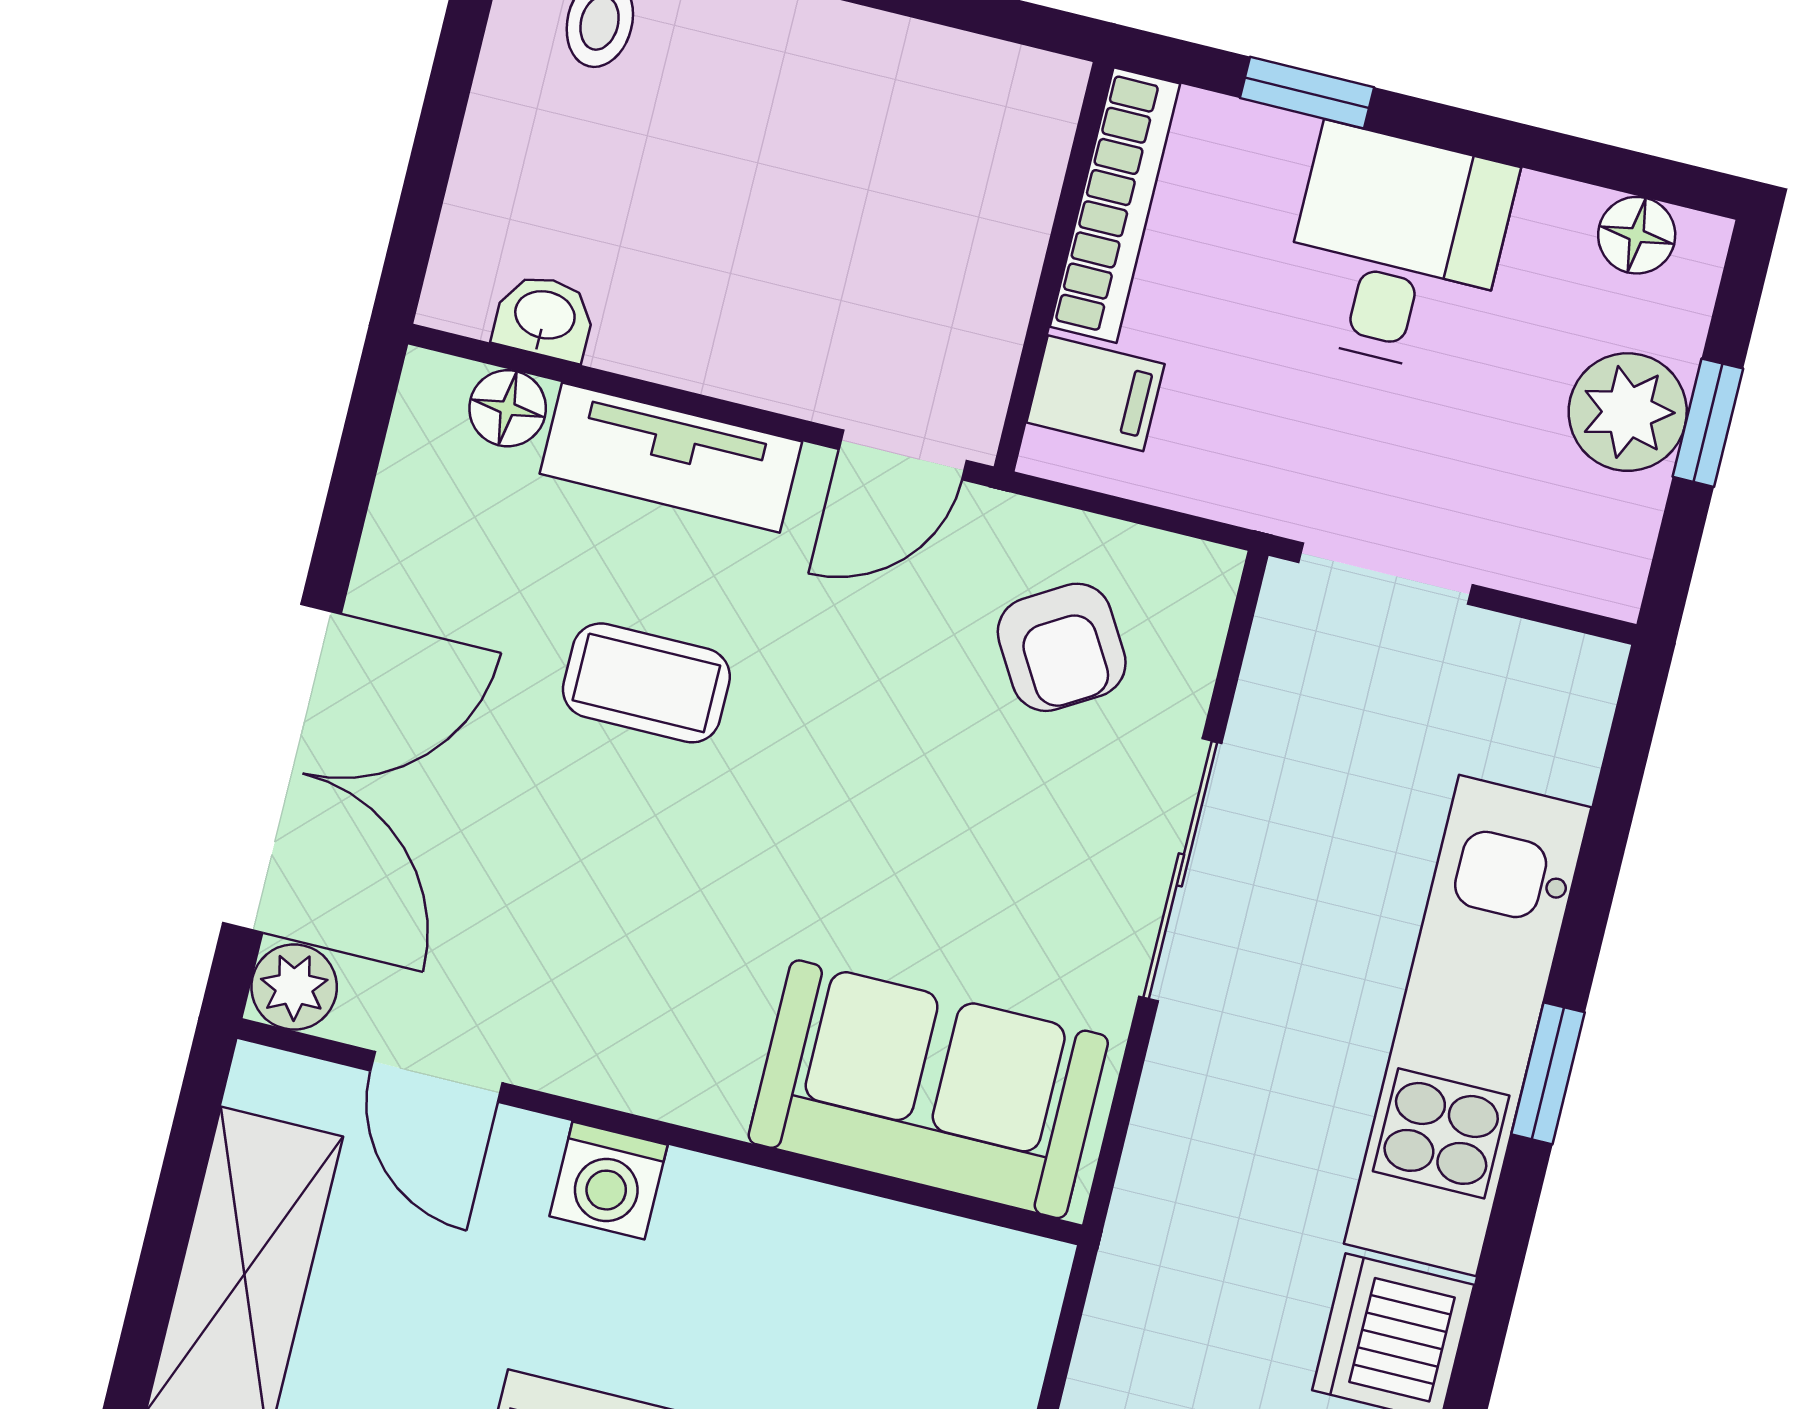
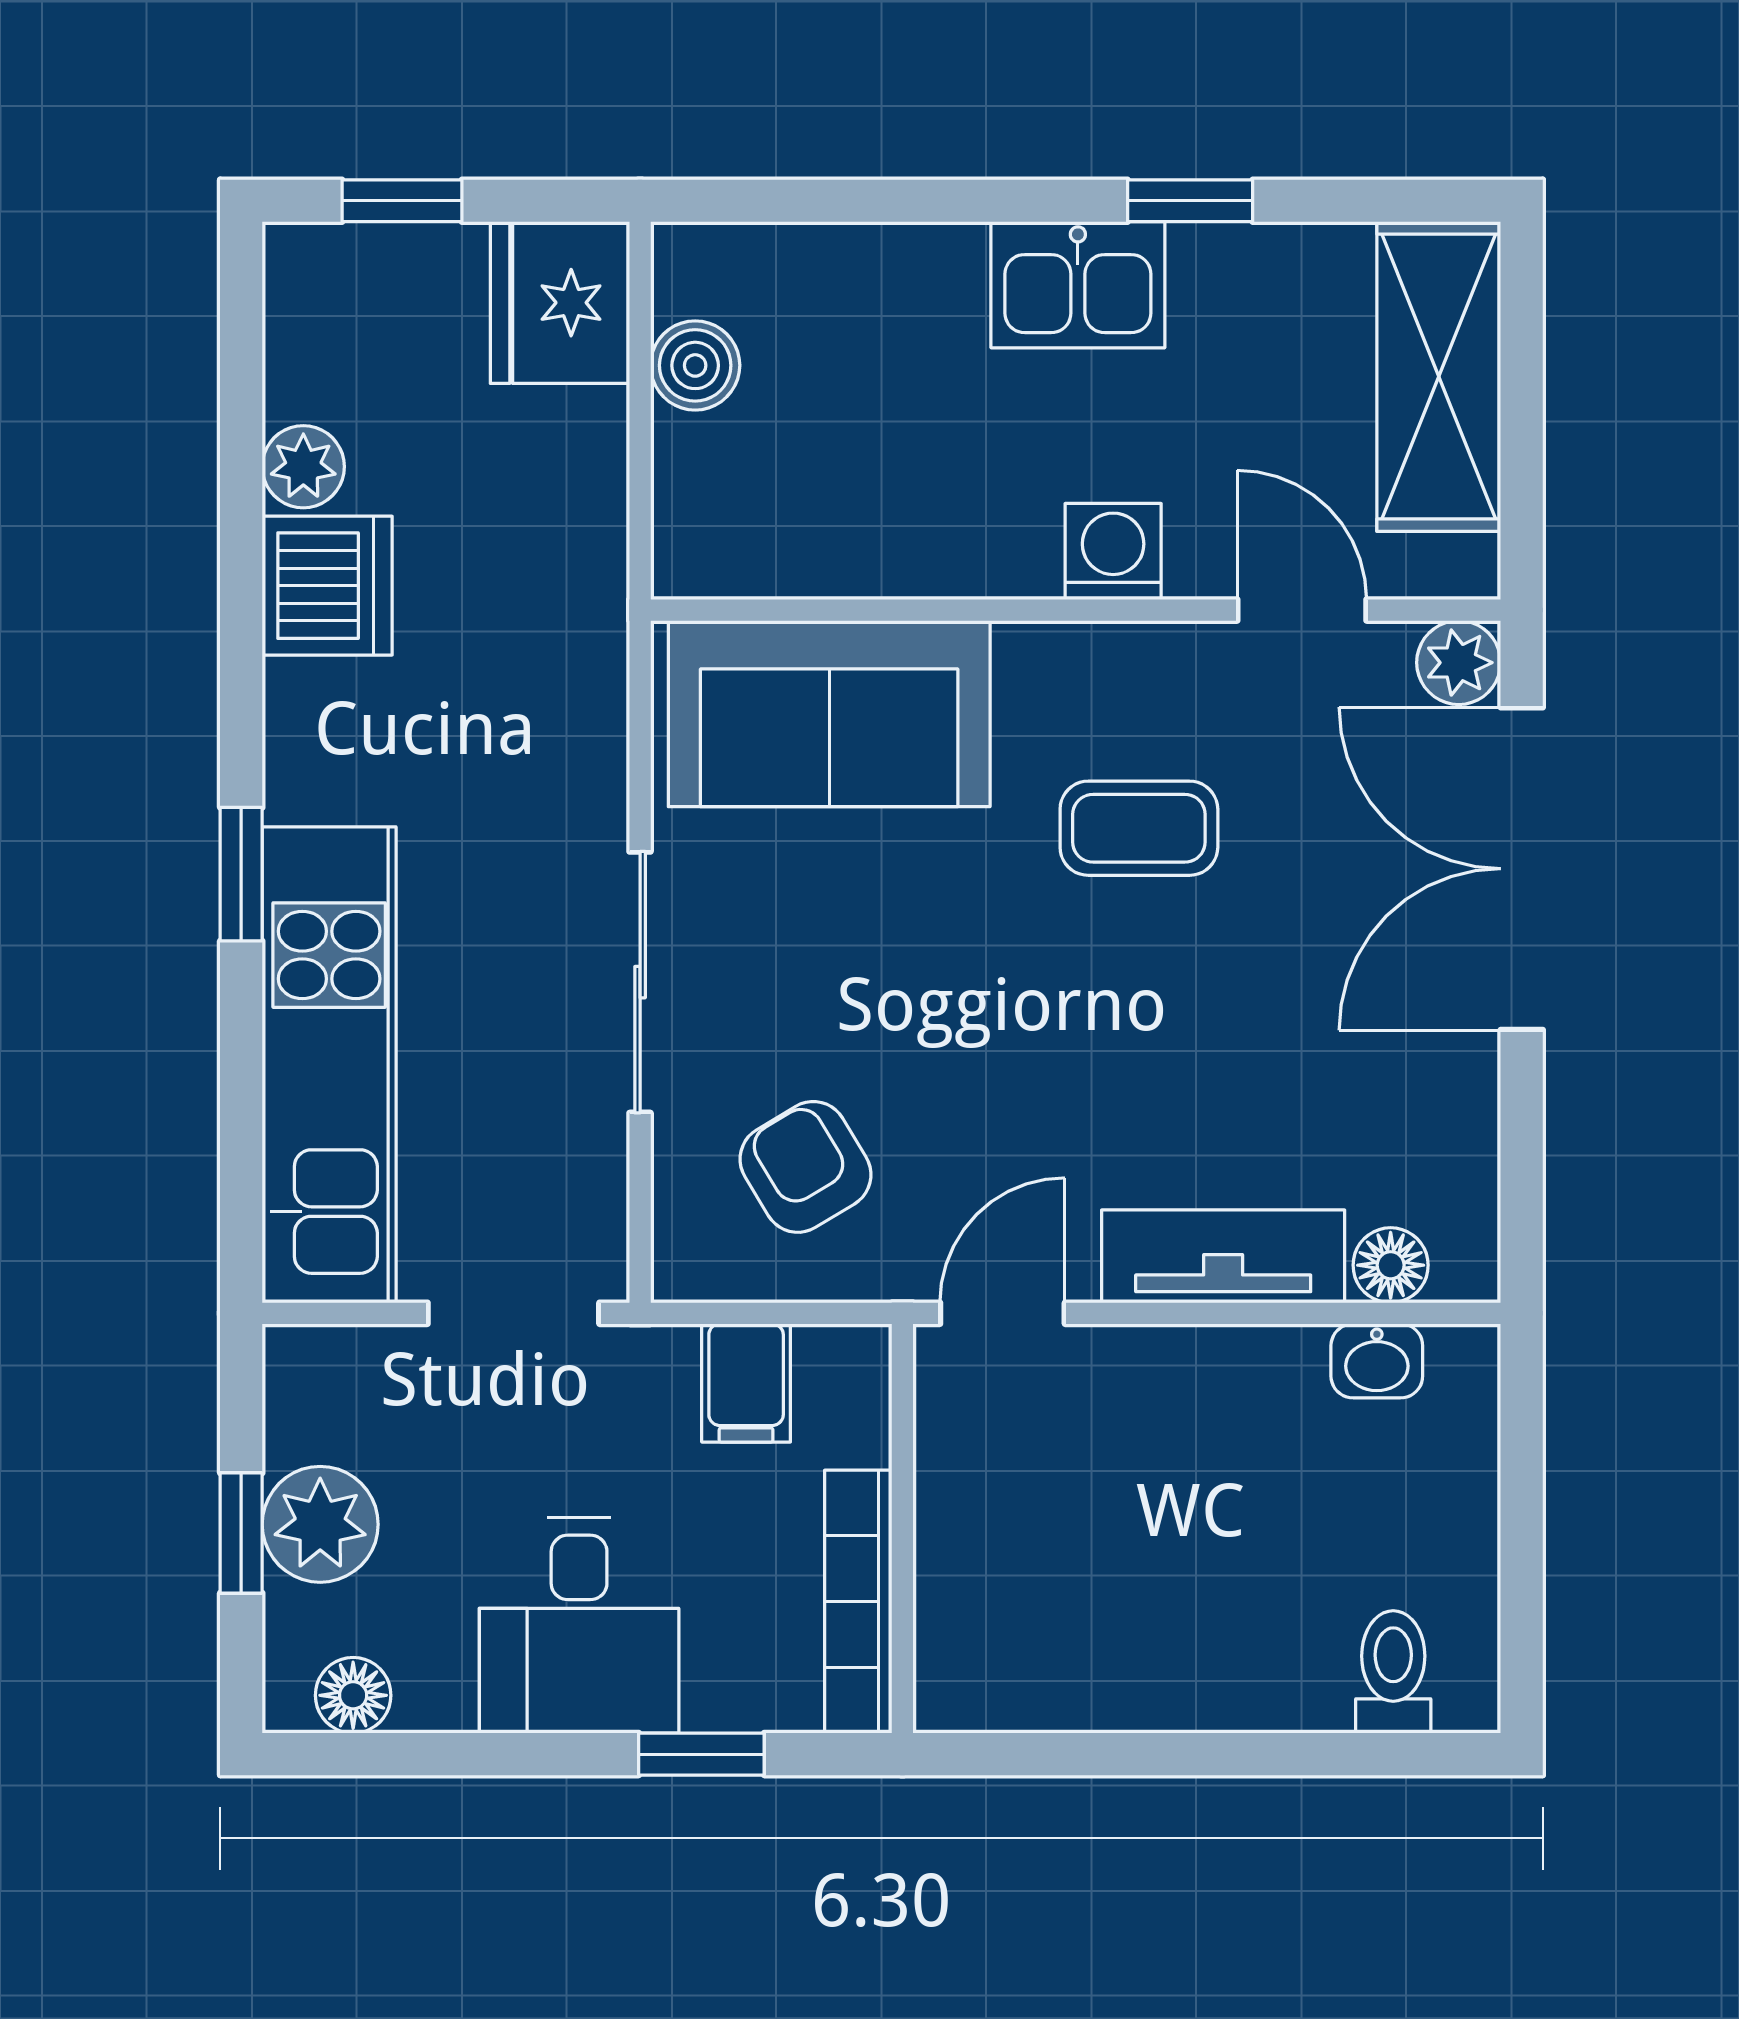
filing cabinet: (1095, 393) -> (746, 1383), moved, turned -90
coffee table: (646, 683) -> (1139, 828), moved
kitchen unit: (1468, 1026) -> (329, 1064), moved

